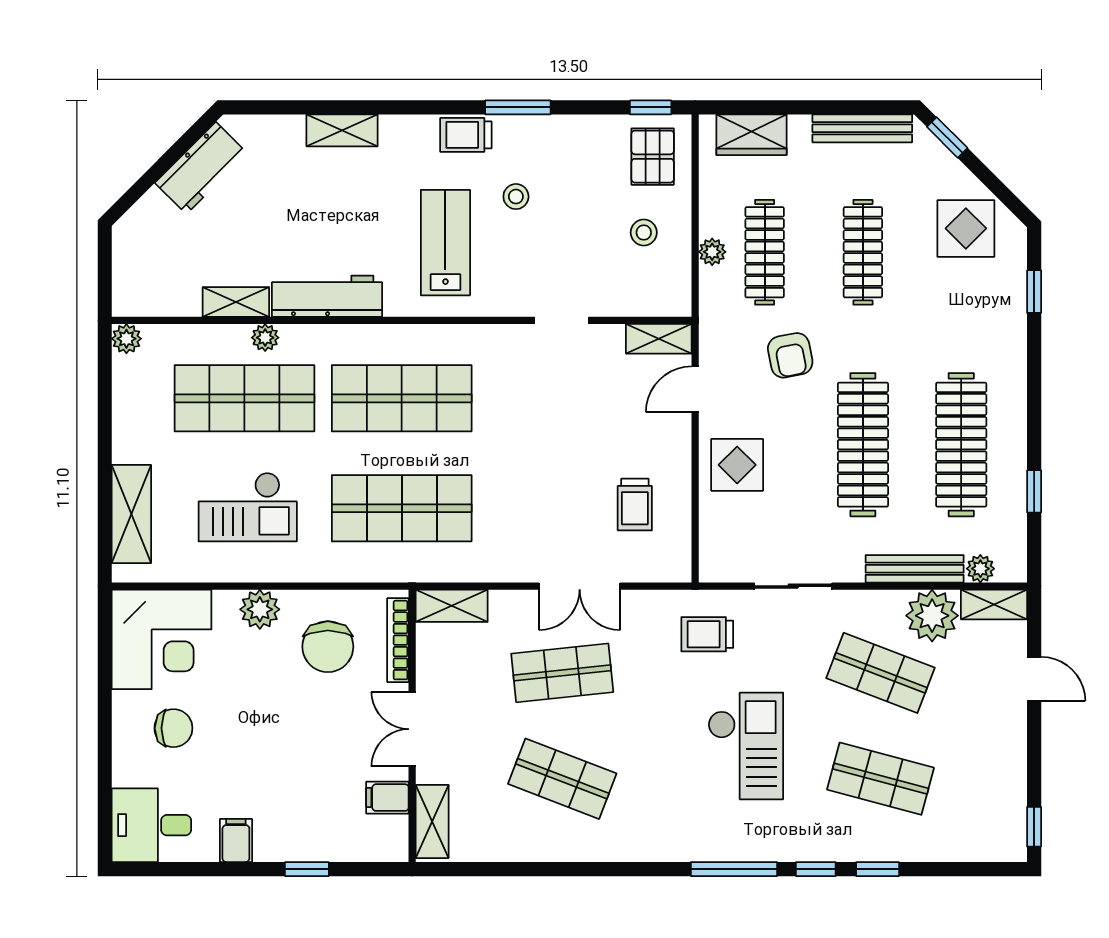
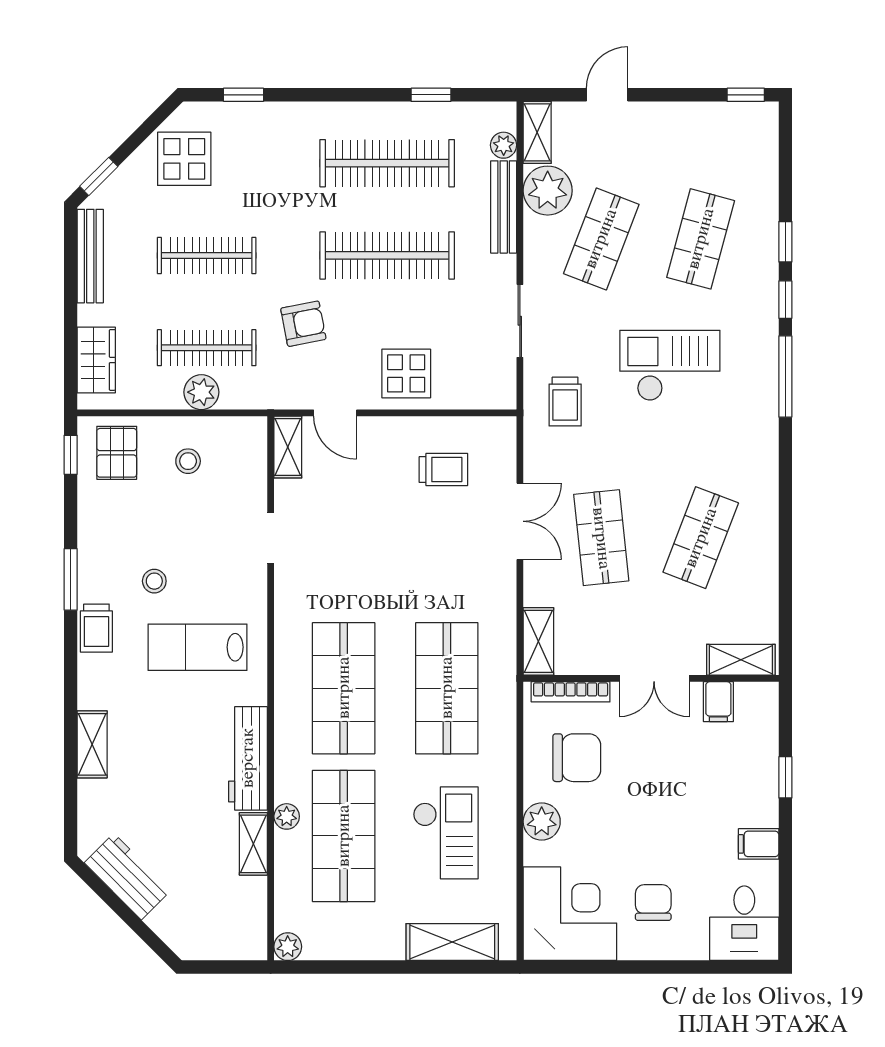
pallet: (653, 157) -> (117, 453), turned 90
plant: (712, 252) -> (201, 392), width x1.38, depth x1.38

